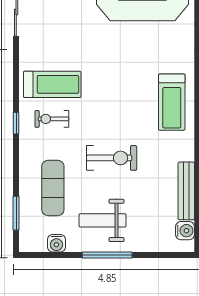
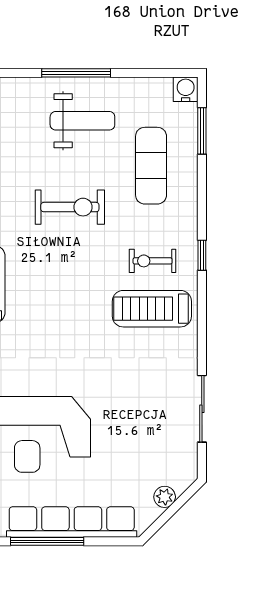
exercise bike: (52, 119) -> (153, 261), turned 180
exercise bike: (112, 158) -> (70, 207), turned 180
water cooler: (56, 243) -> (186, 89), moved

